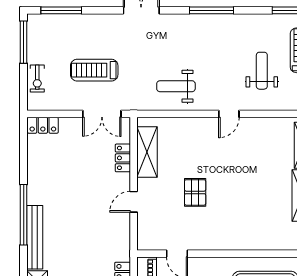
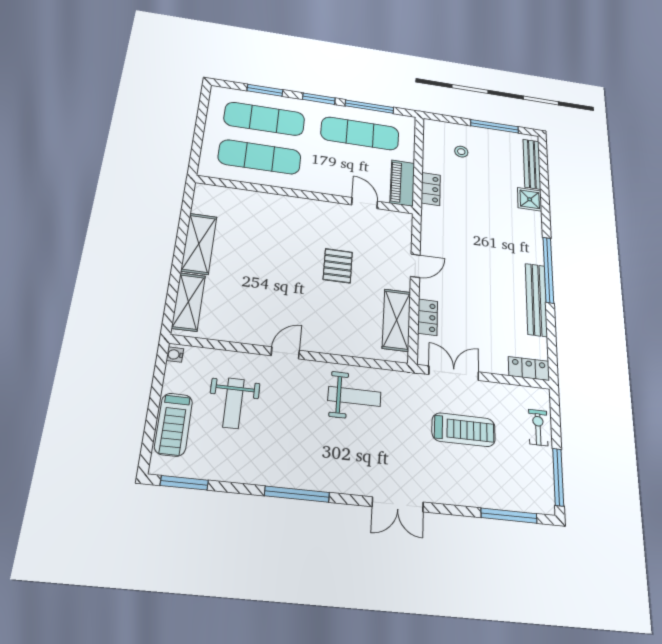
bench: (35, 237) -> (536, 300), moved

